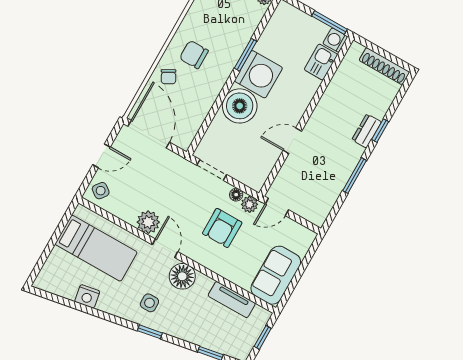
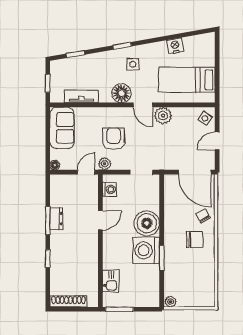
washing machine: (335, 40) -> (109, 189), moved
dresser: (367, 131) -> (56, 219), moved
floor lamp: (236, 195) -> (55, 165), moved

